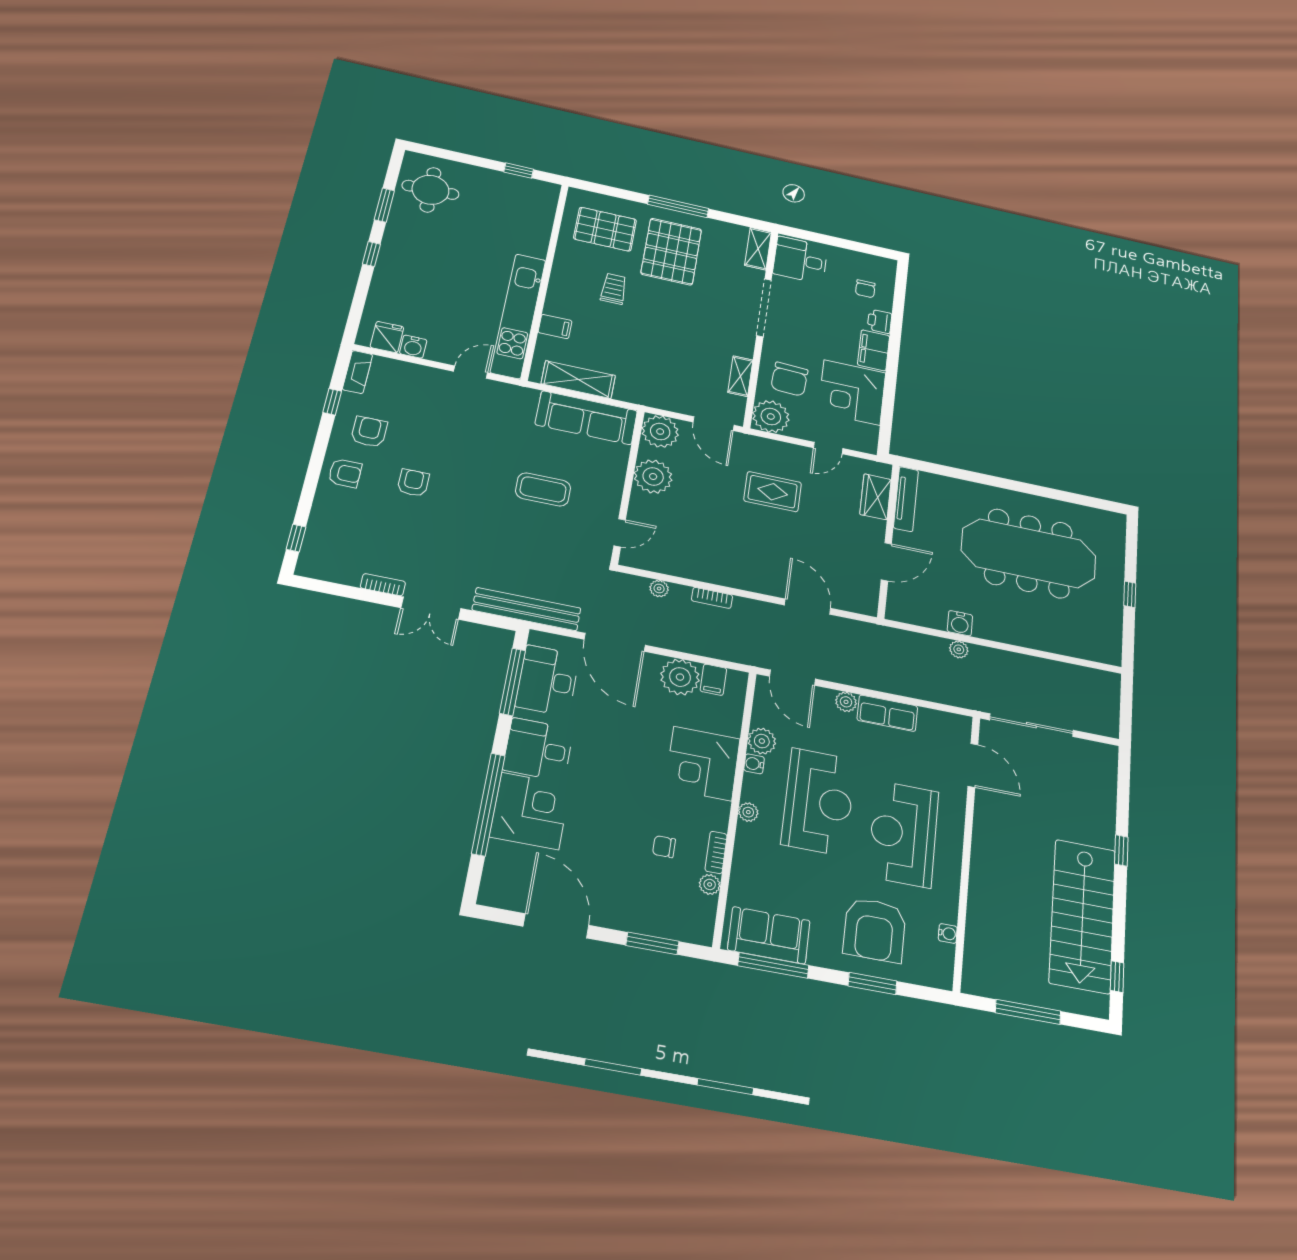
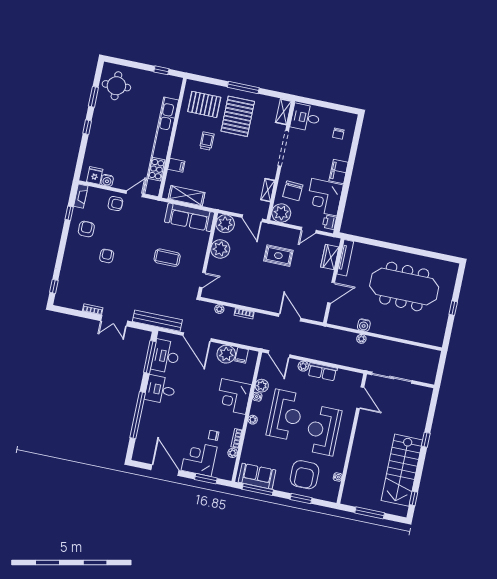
kitchen unit: (518, 316) -> (161, 147), width x1.36
printer: (880, 321) -> (329, 222), moved
armchair: (345, 473) -> (115, 204), moved
corner desk: (530, 811) -> (199, 459), moved, turned -90

